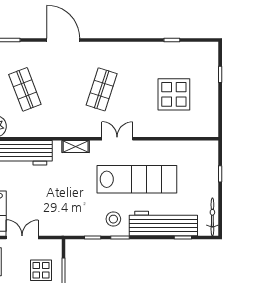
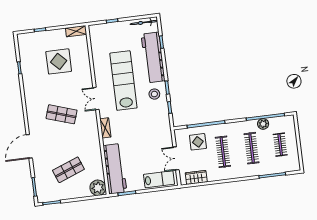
shelving: (212, 123) -> (76, 31), added

